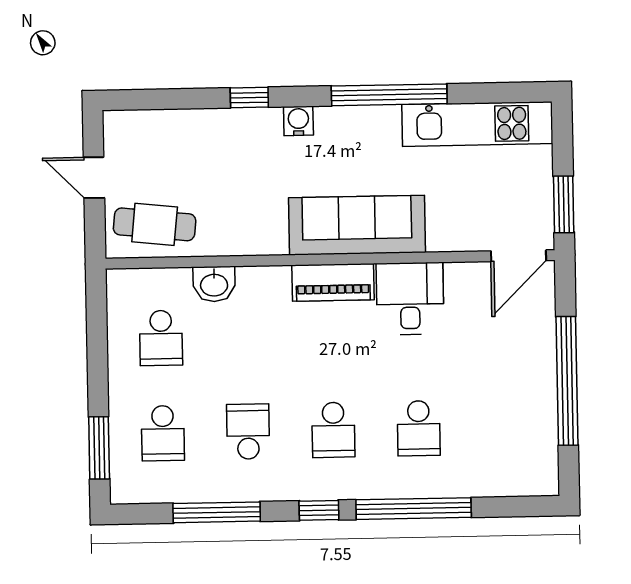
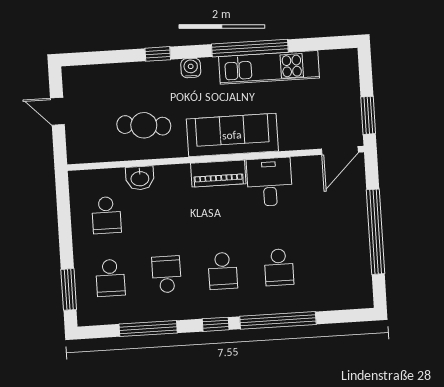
kitchen unit: (477, 124) -> (269, 67), moved
cafe table: (155, 224) -> (144, 125), moved

